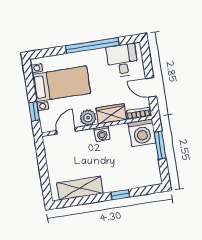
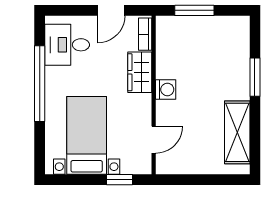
plant: (88, 118) -> (140, 106), removed
door: (66, 131) -> (154, 140), swing flipped
washing machine: (142, 133) -> (173, 33), removed
window: (120, 194) -> (255, 77), width x1.50

